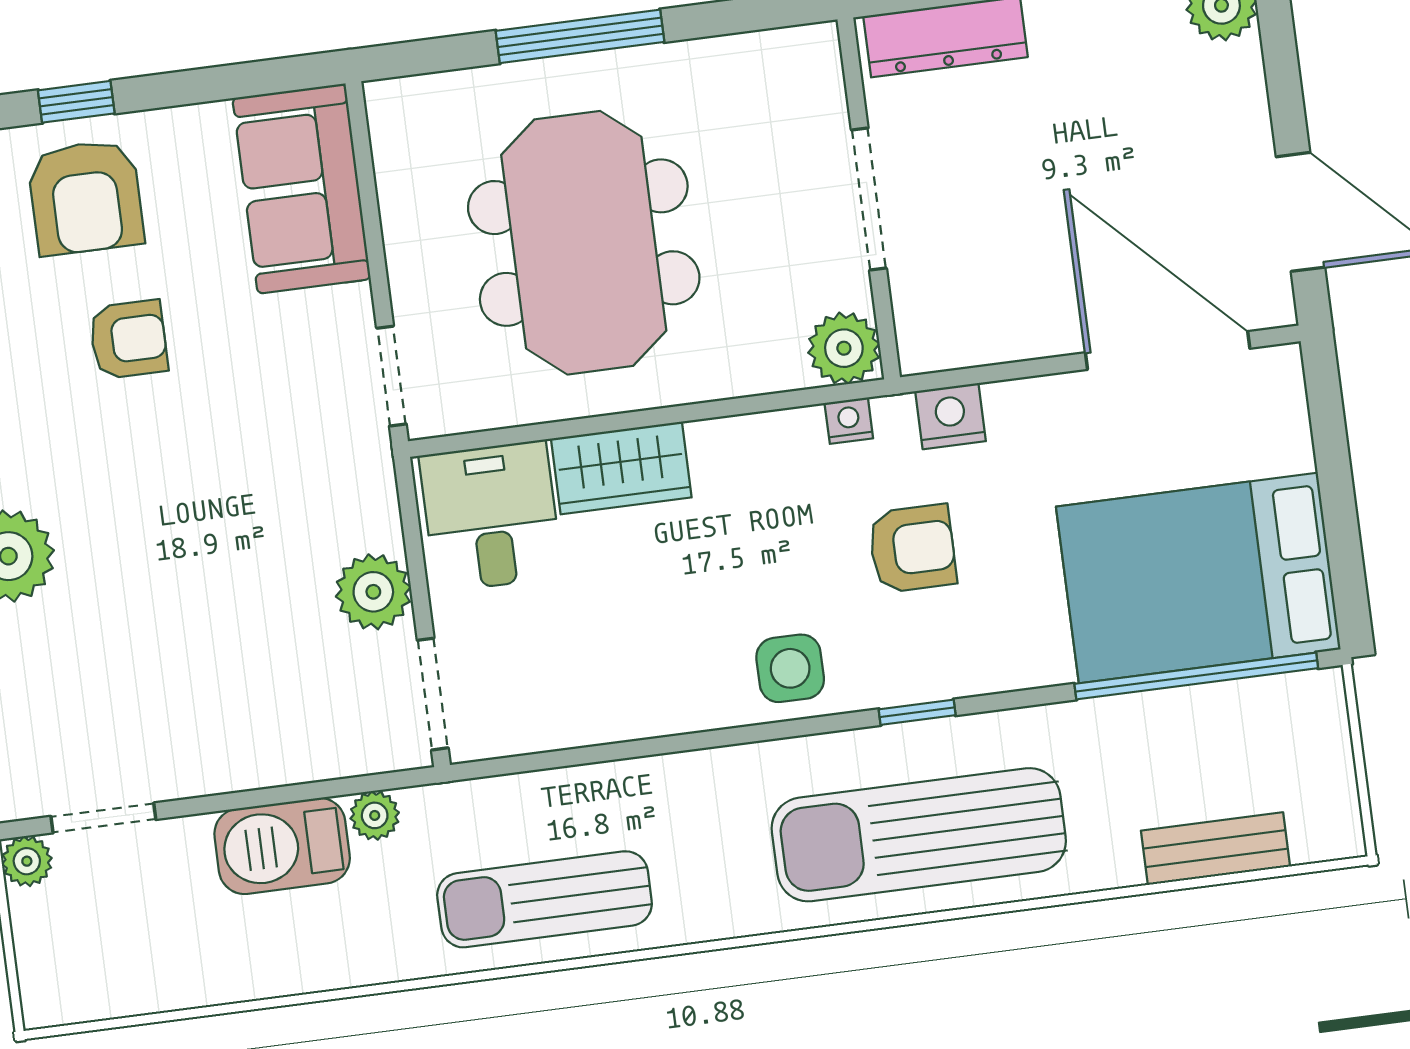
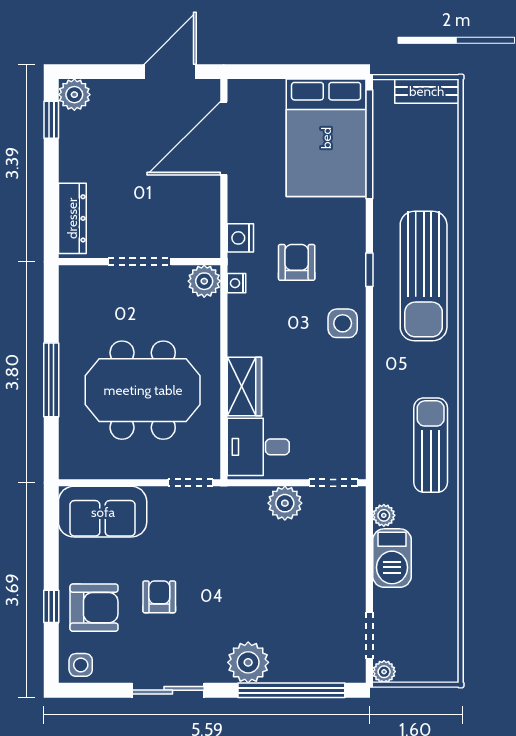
bench: (1216, 849) -> (427, 91), moved, turned 90
sun lounger: (545, 899) -> (431, 445), turned 180

